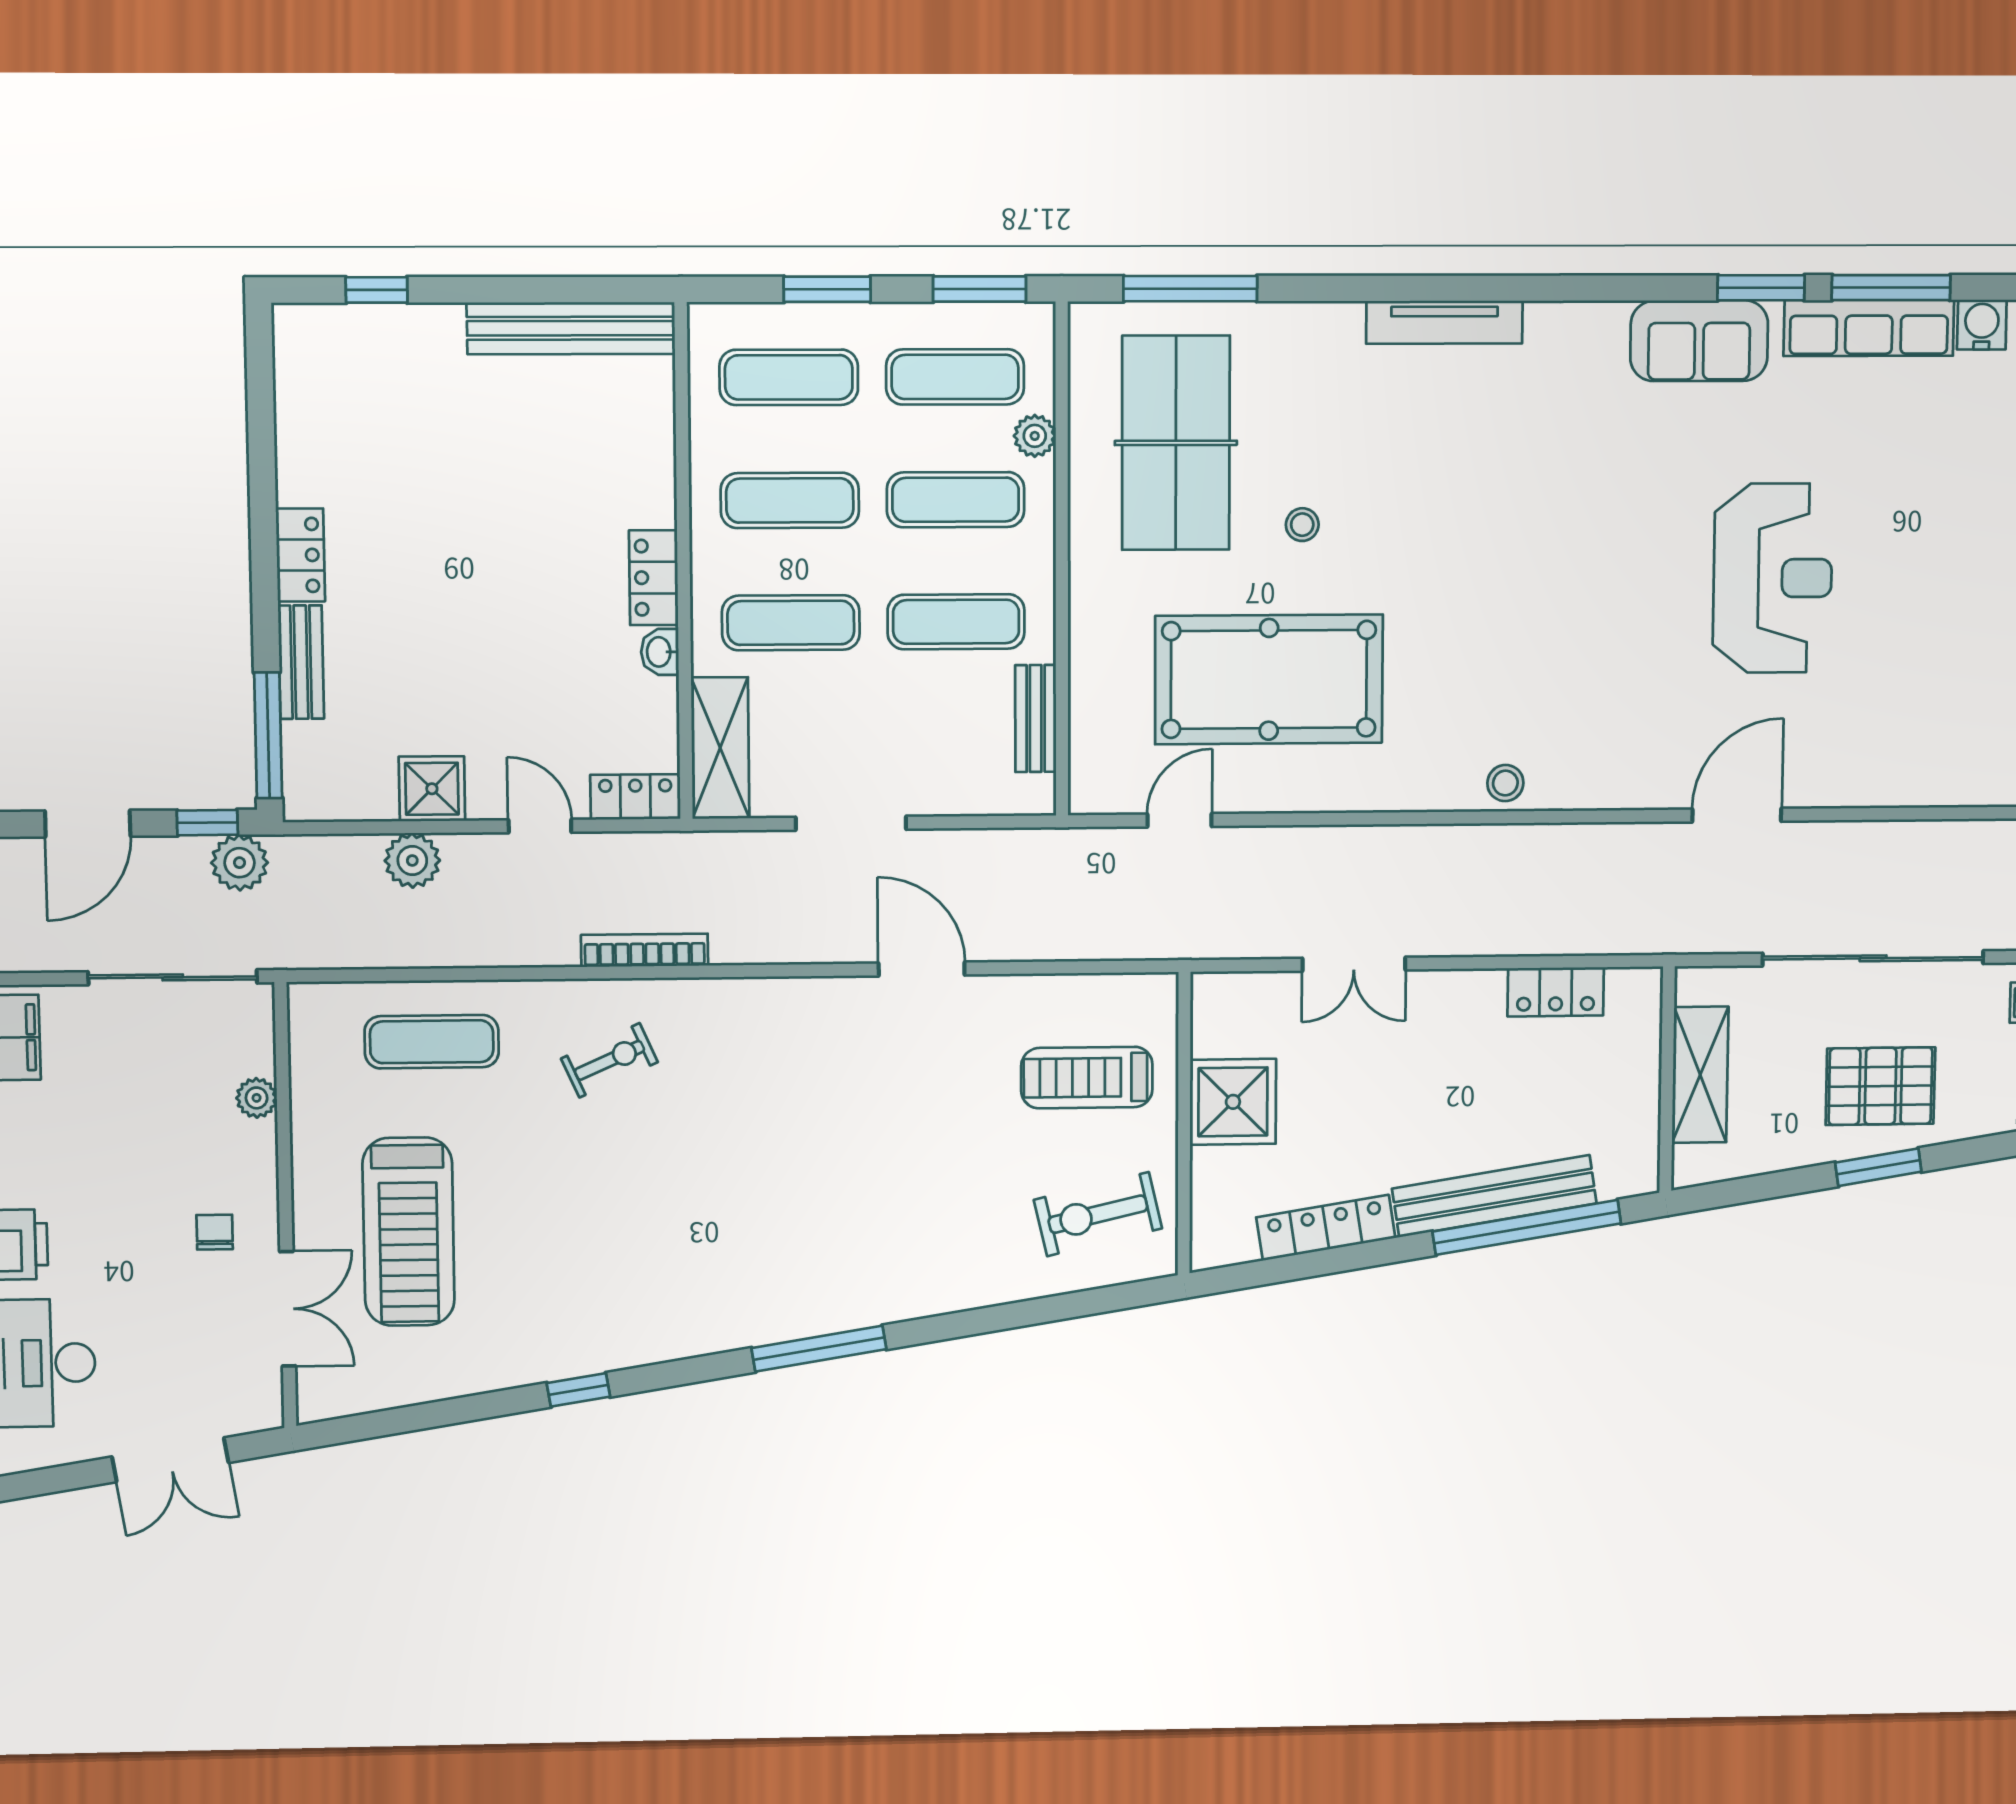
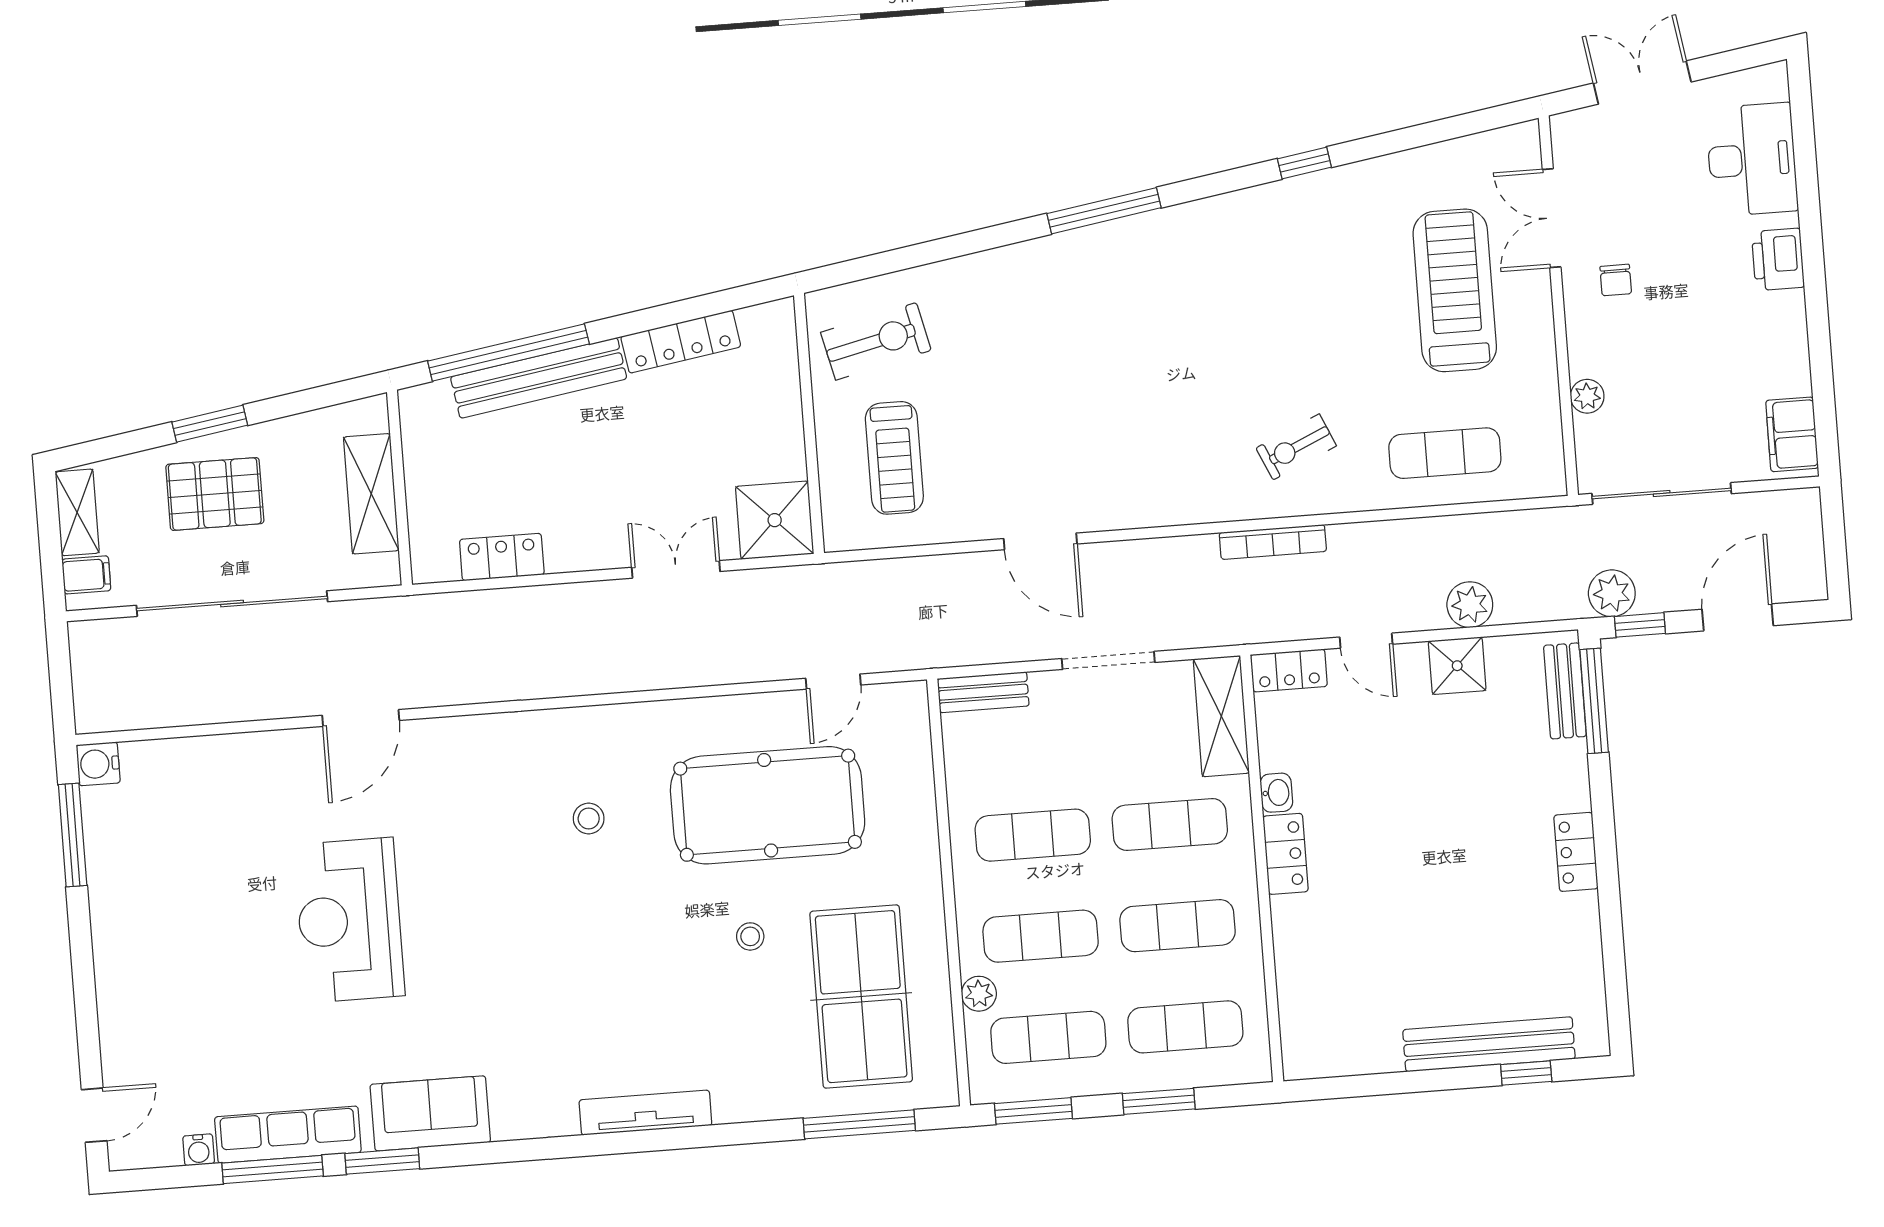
water cooler: (1982, 325) -> (199, 1150), width x0.72, depth x0.72
bench: (571, 328) -> (1489, 1044), moved
bench: (301, 662) -> (1565, 691), moved
bench: (1036, 719) -> (983, 692), moved, turned 90
stool: (1505, 783) -> (589, 818), moved
treadmill: (1087, 1078) -> (894, 458), turned 90
shower: (1233, 1102) -> (775, 520), moved

